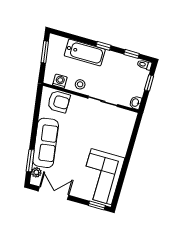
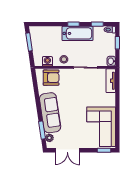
bathtub: (85, 52) -> (77, 33), moved
tv unit: (128, 126) -> (111, 81), added
double door: (53, 193) -> (67, 150), swing flipped

